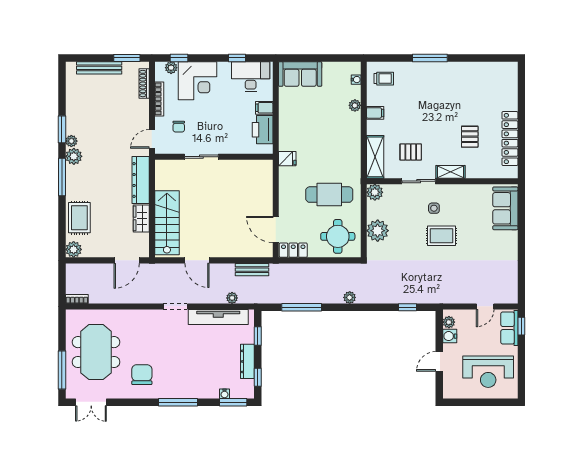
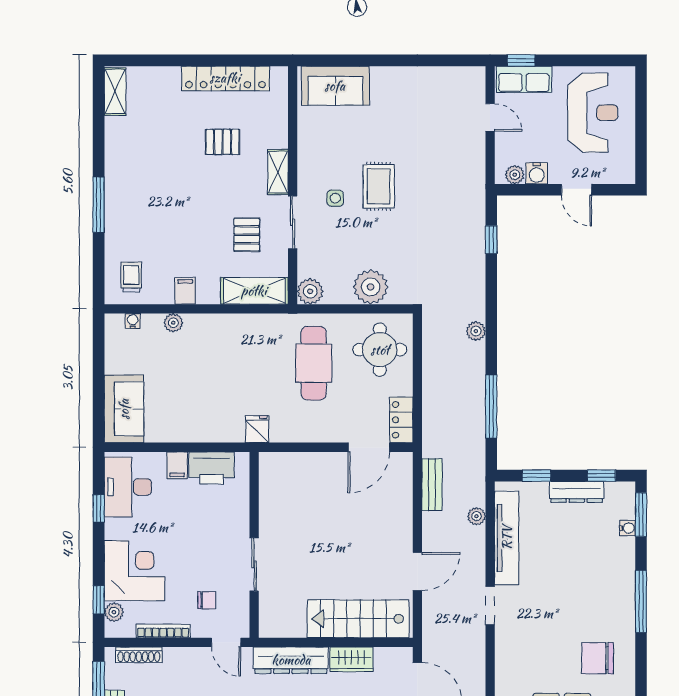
shelving: (502, 68) -> (115, 91), added

